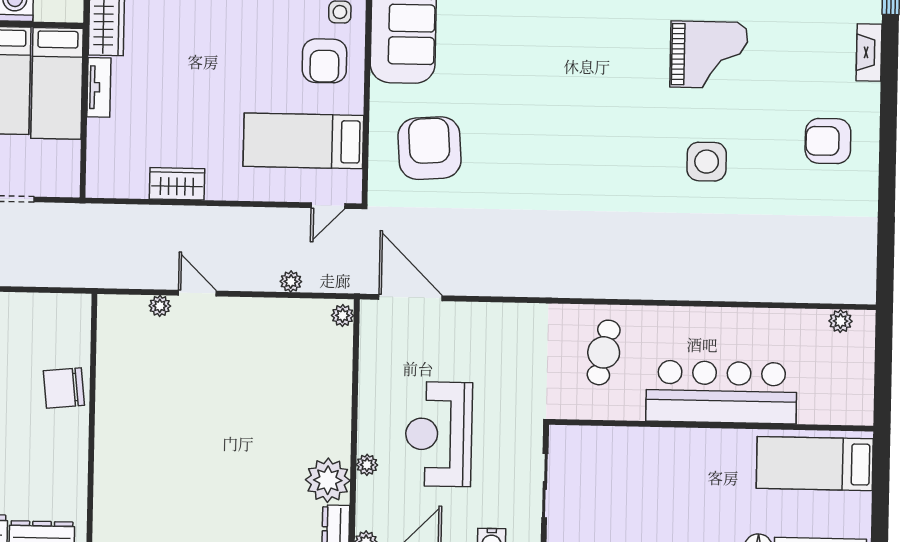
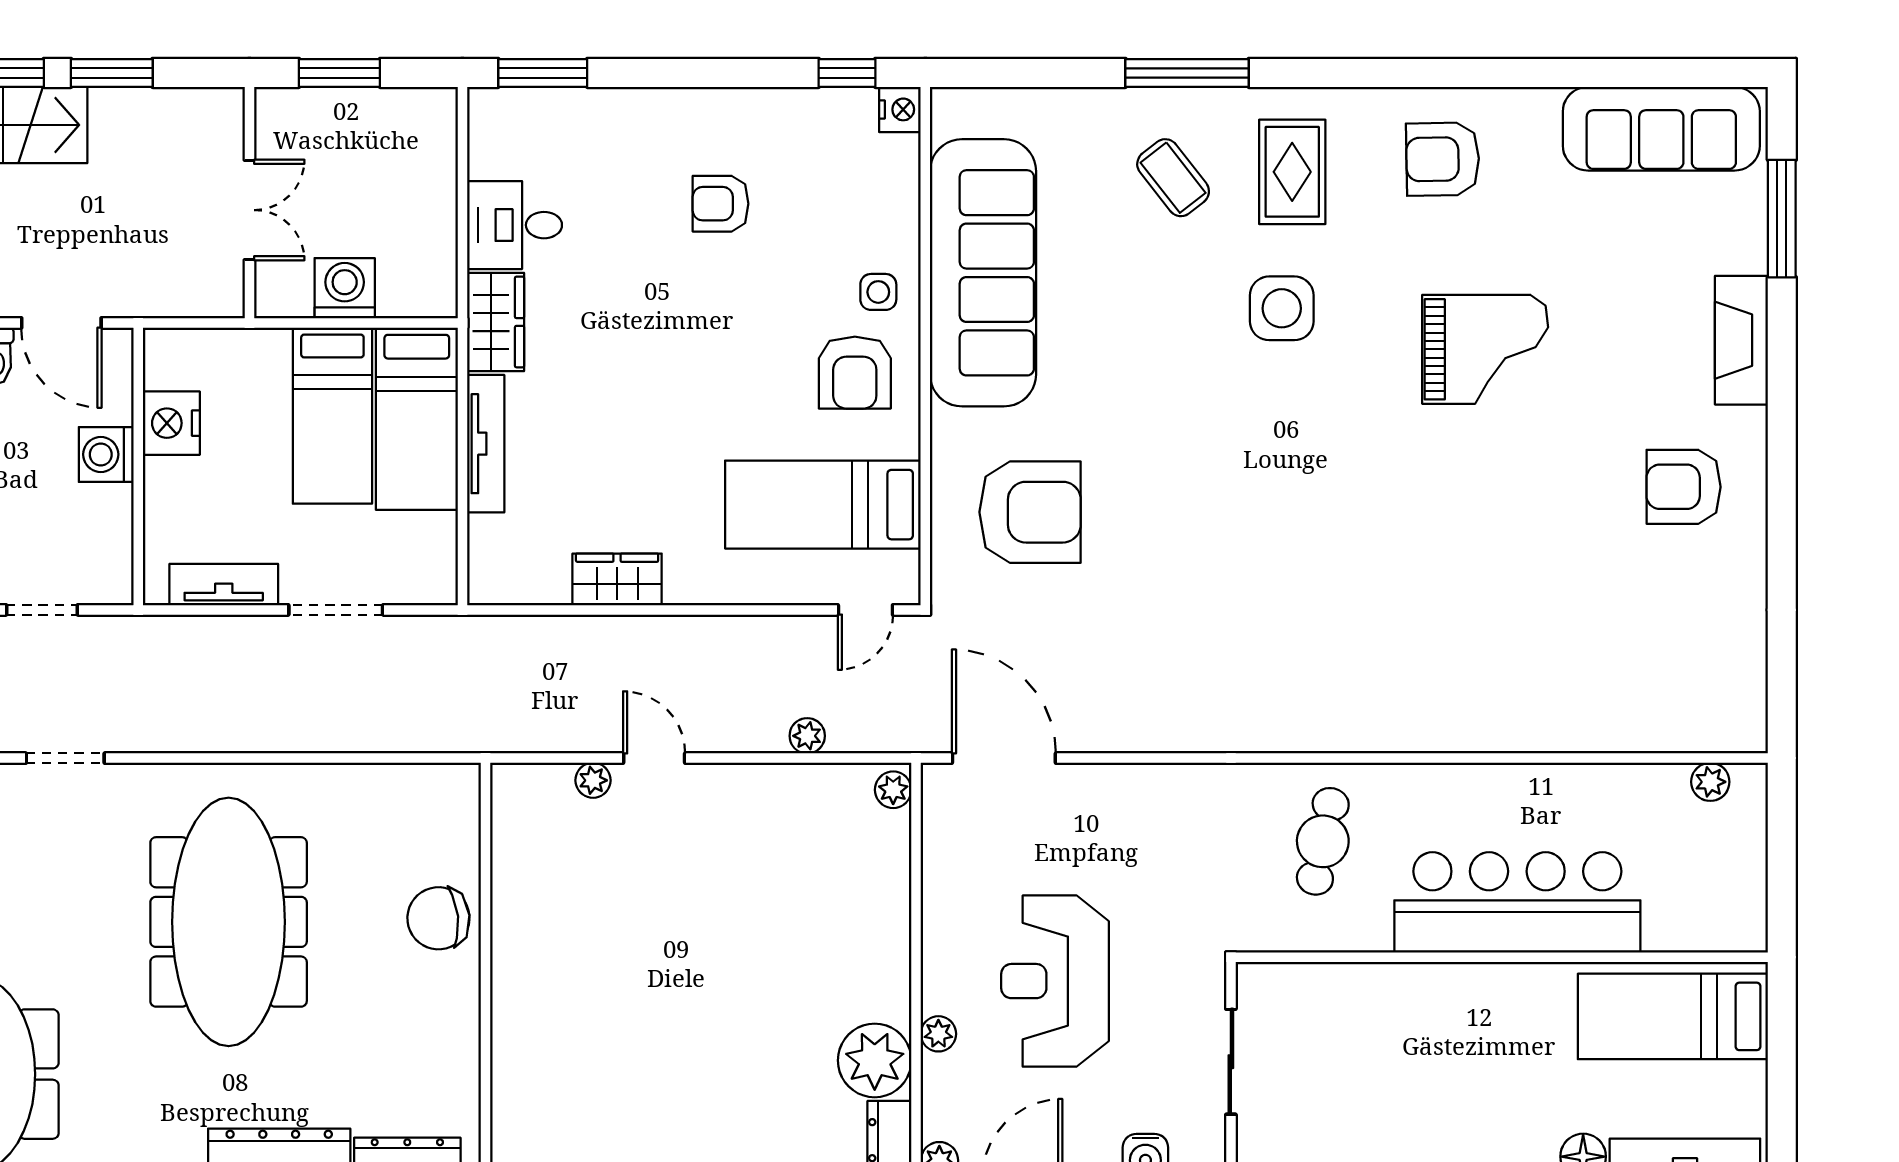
fireplace: (869, 52) -> (1741, 340), width x1.37, depth x1.32
tv unit: (99, 87) -> (486, 444), width x1.41
armchair: (430, 148) -> (1030, 512), turned 94
side table: (707, 162) -> (1282, 308), moved

